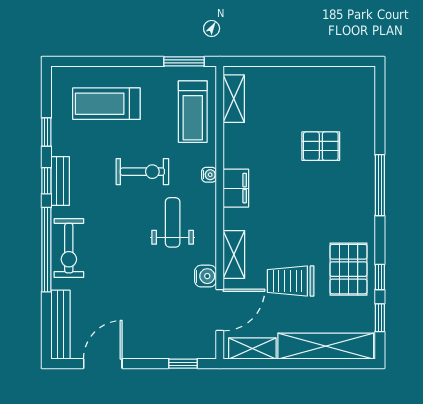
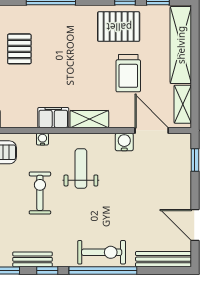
bench: (60, 181) -> (33, 259), moved
weight bench: (173, 222) -> (81, 169), turned 90
shelving: (234, 254) -> (89, 119), moved

